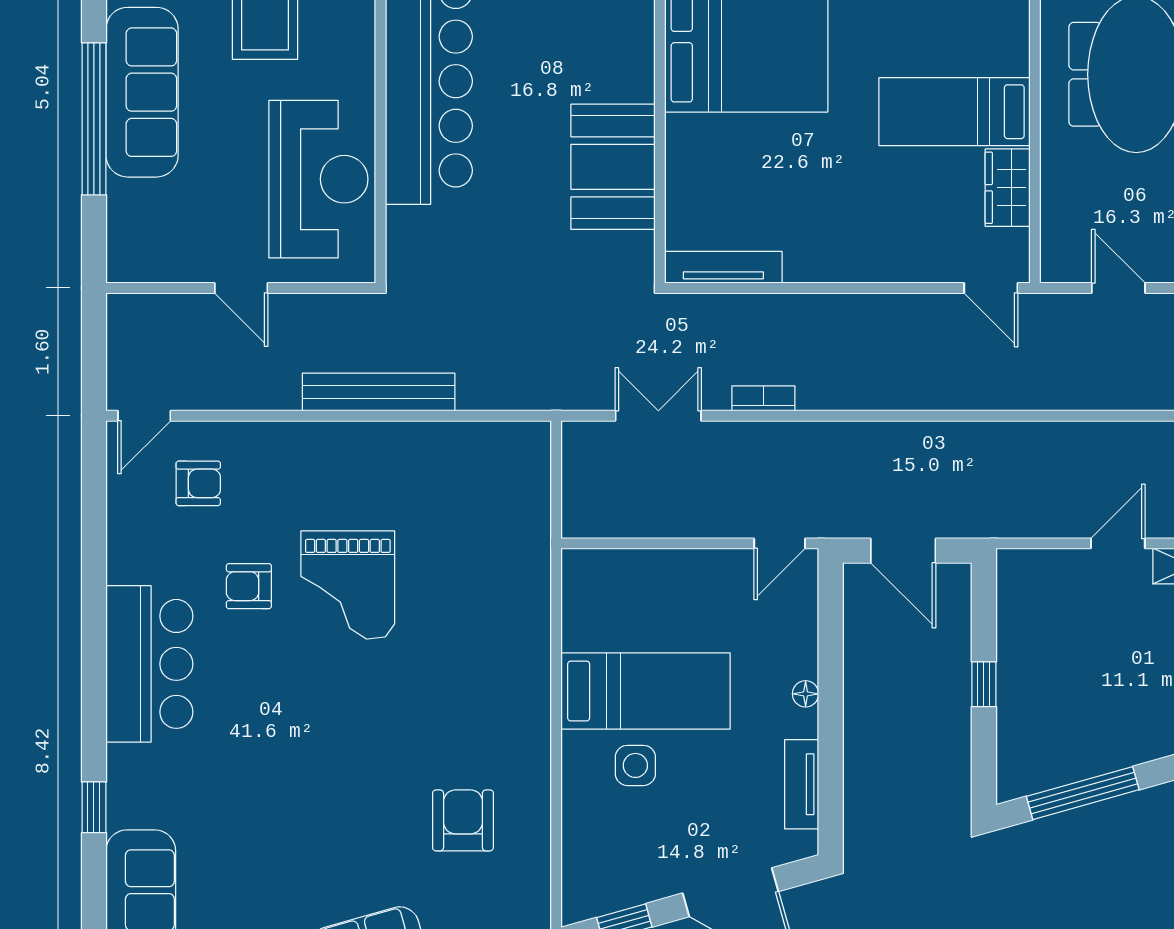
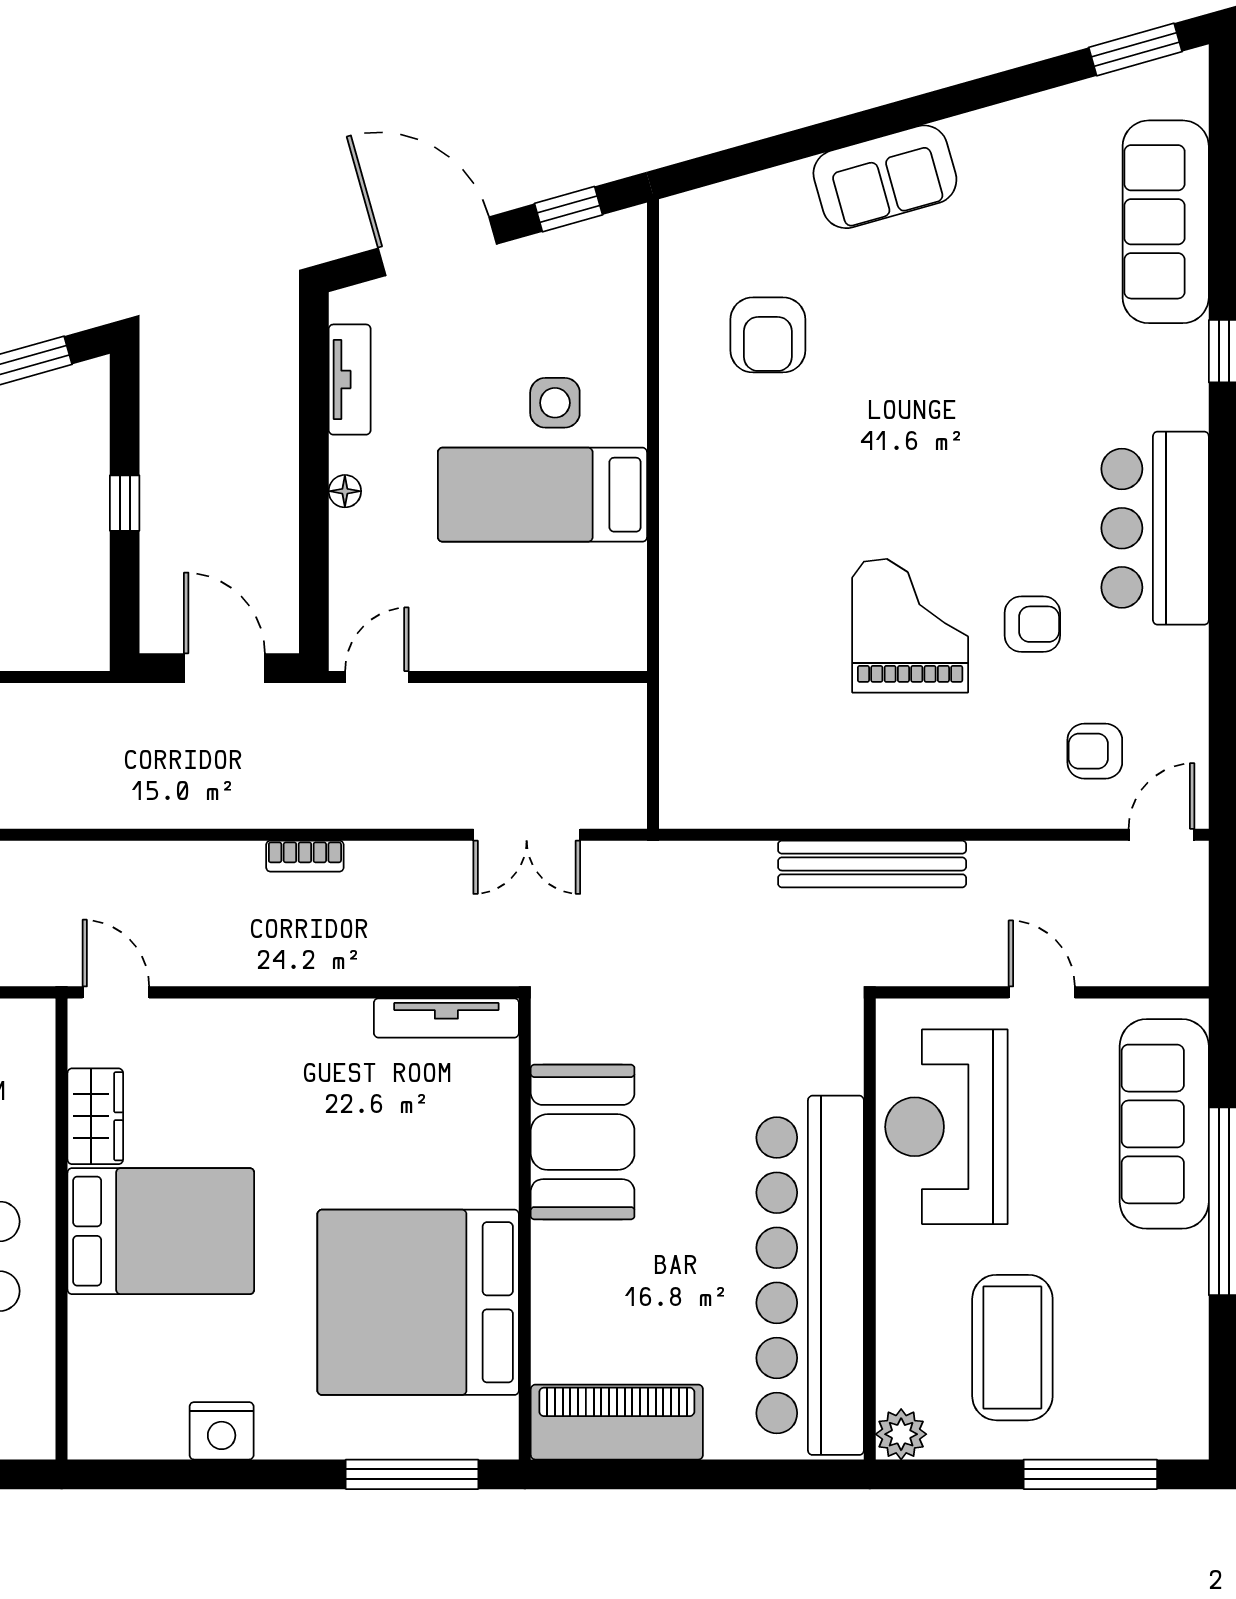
sofa: (142, 92) -> (1164, 1124), moved
bed: (955, 112) -> (161, 1231), width x1.50
bookcase: (763, 398) -> (305, 856), moved

